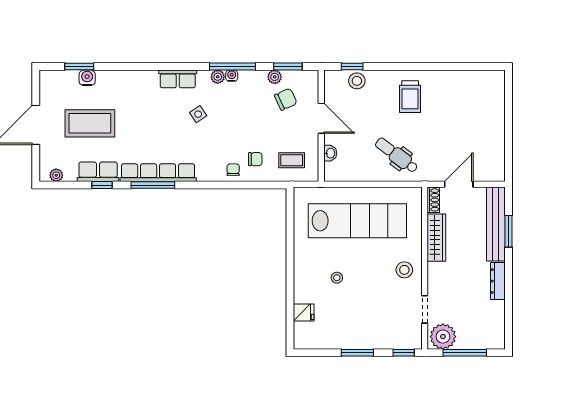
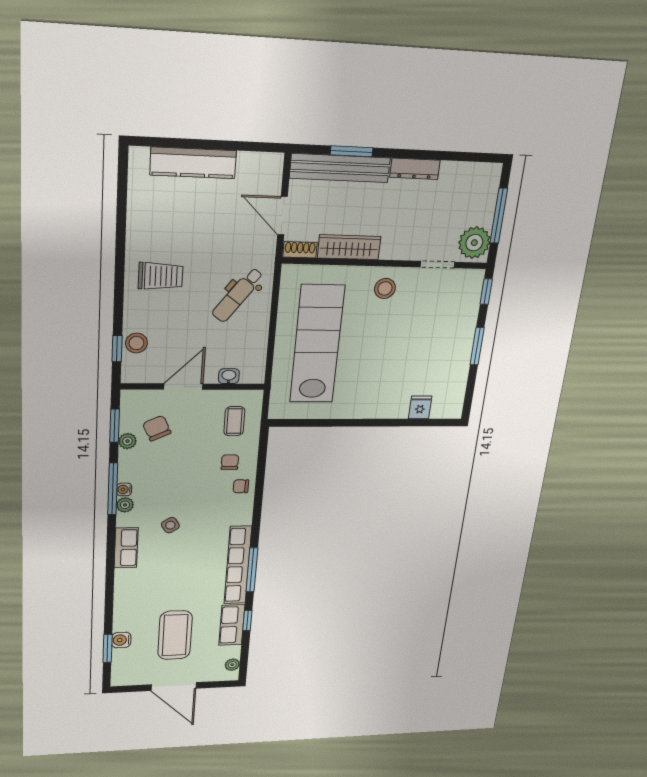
kitchen counter: (495, 116) -> (193, 163), added
stool: (337, 278) -> (384, 369), removed

